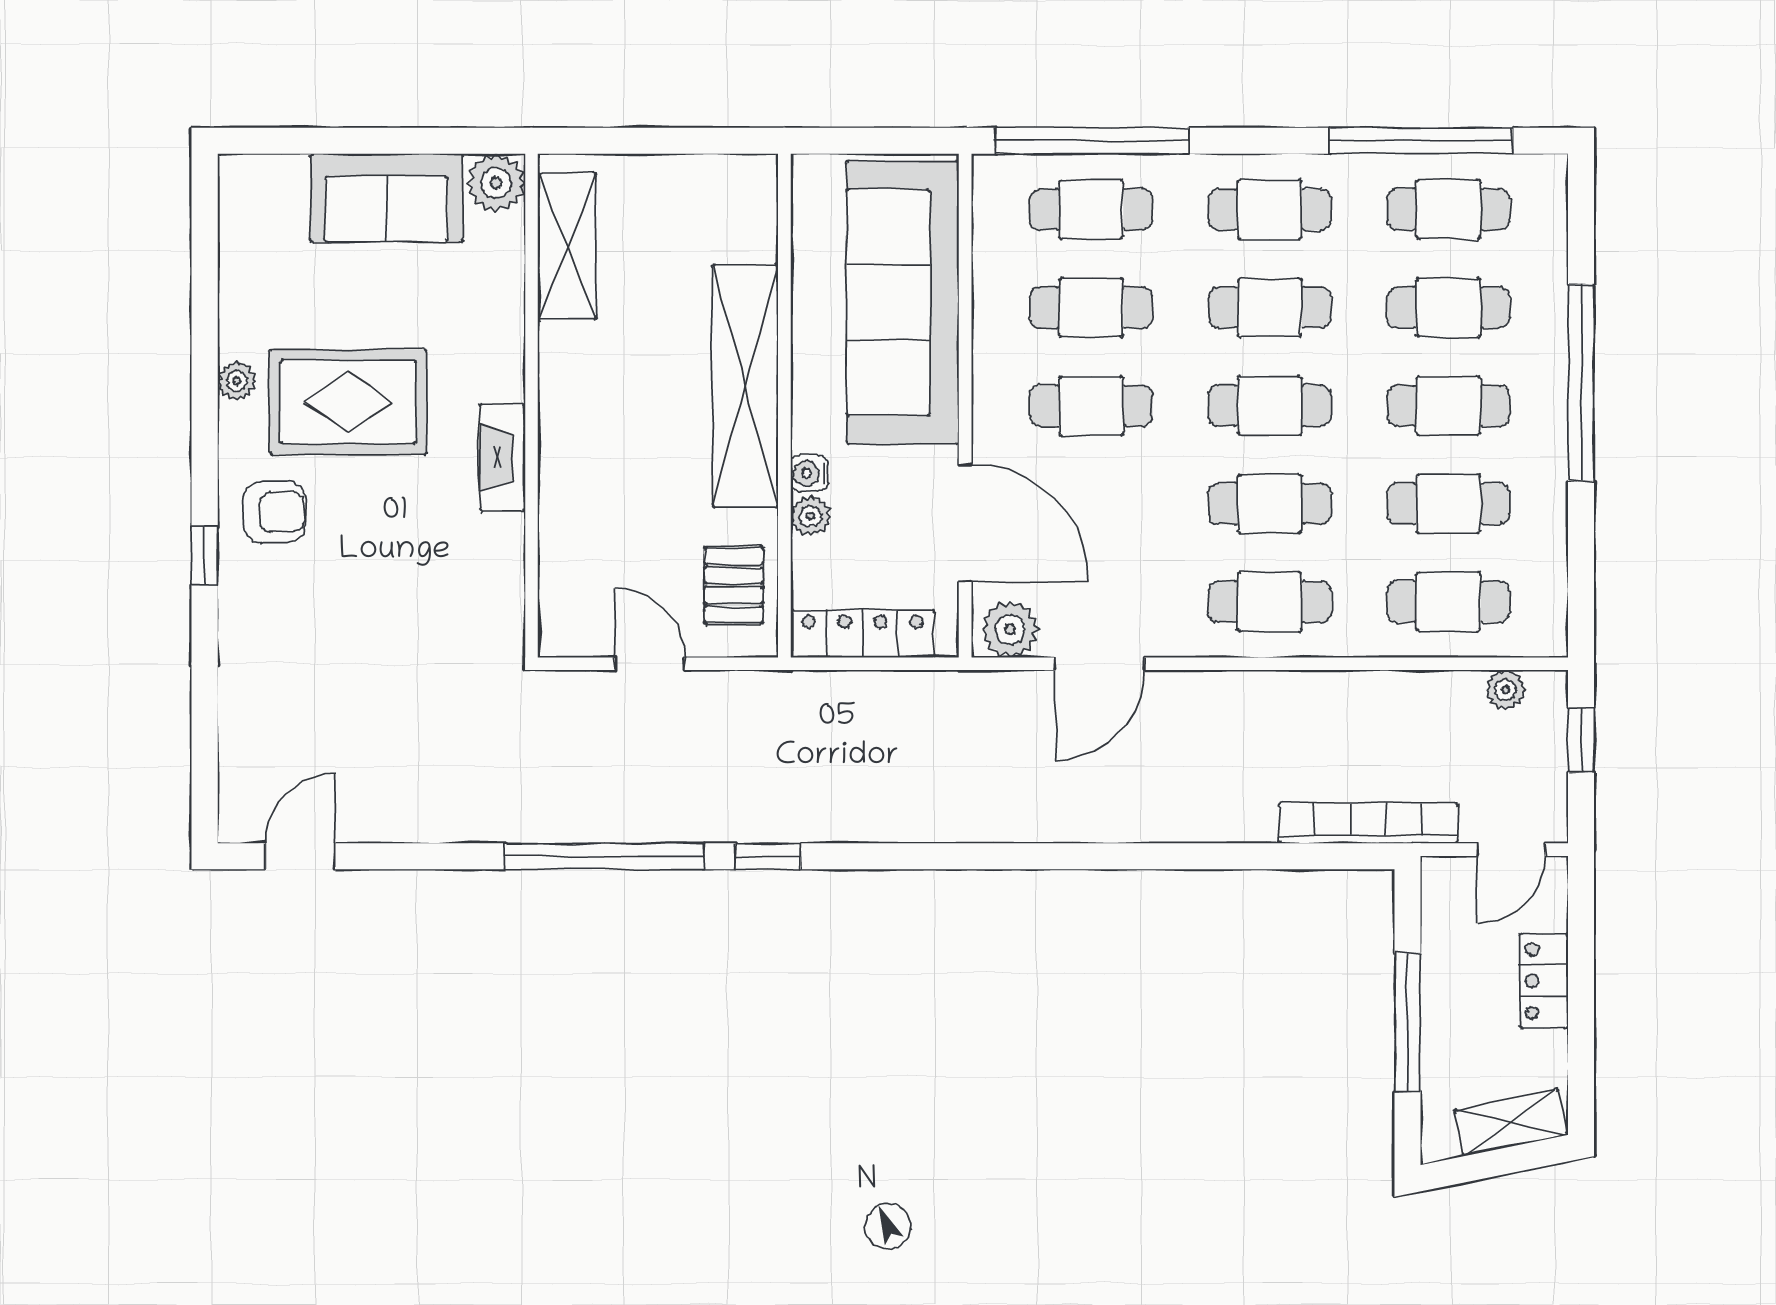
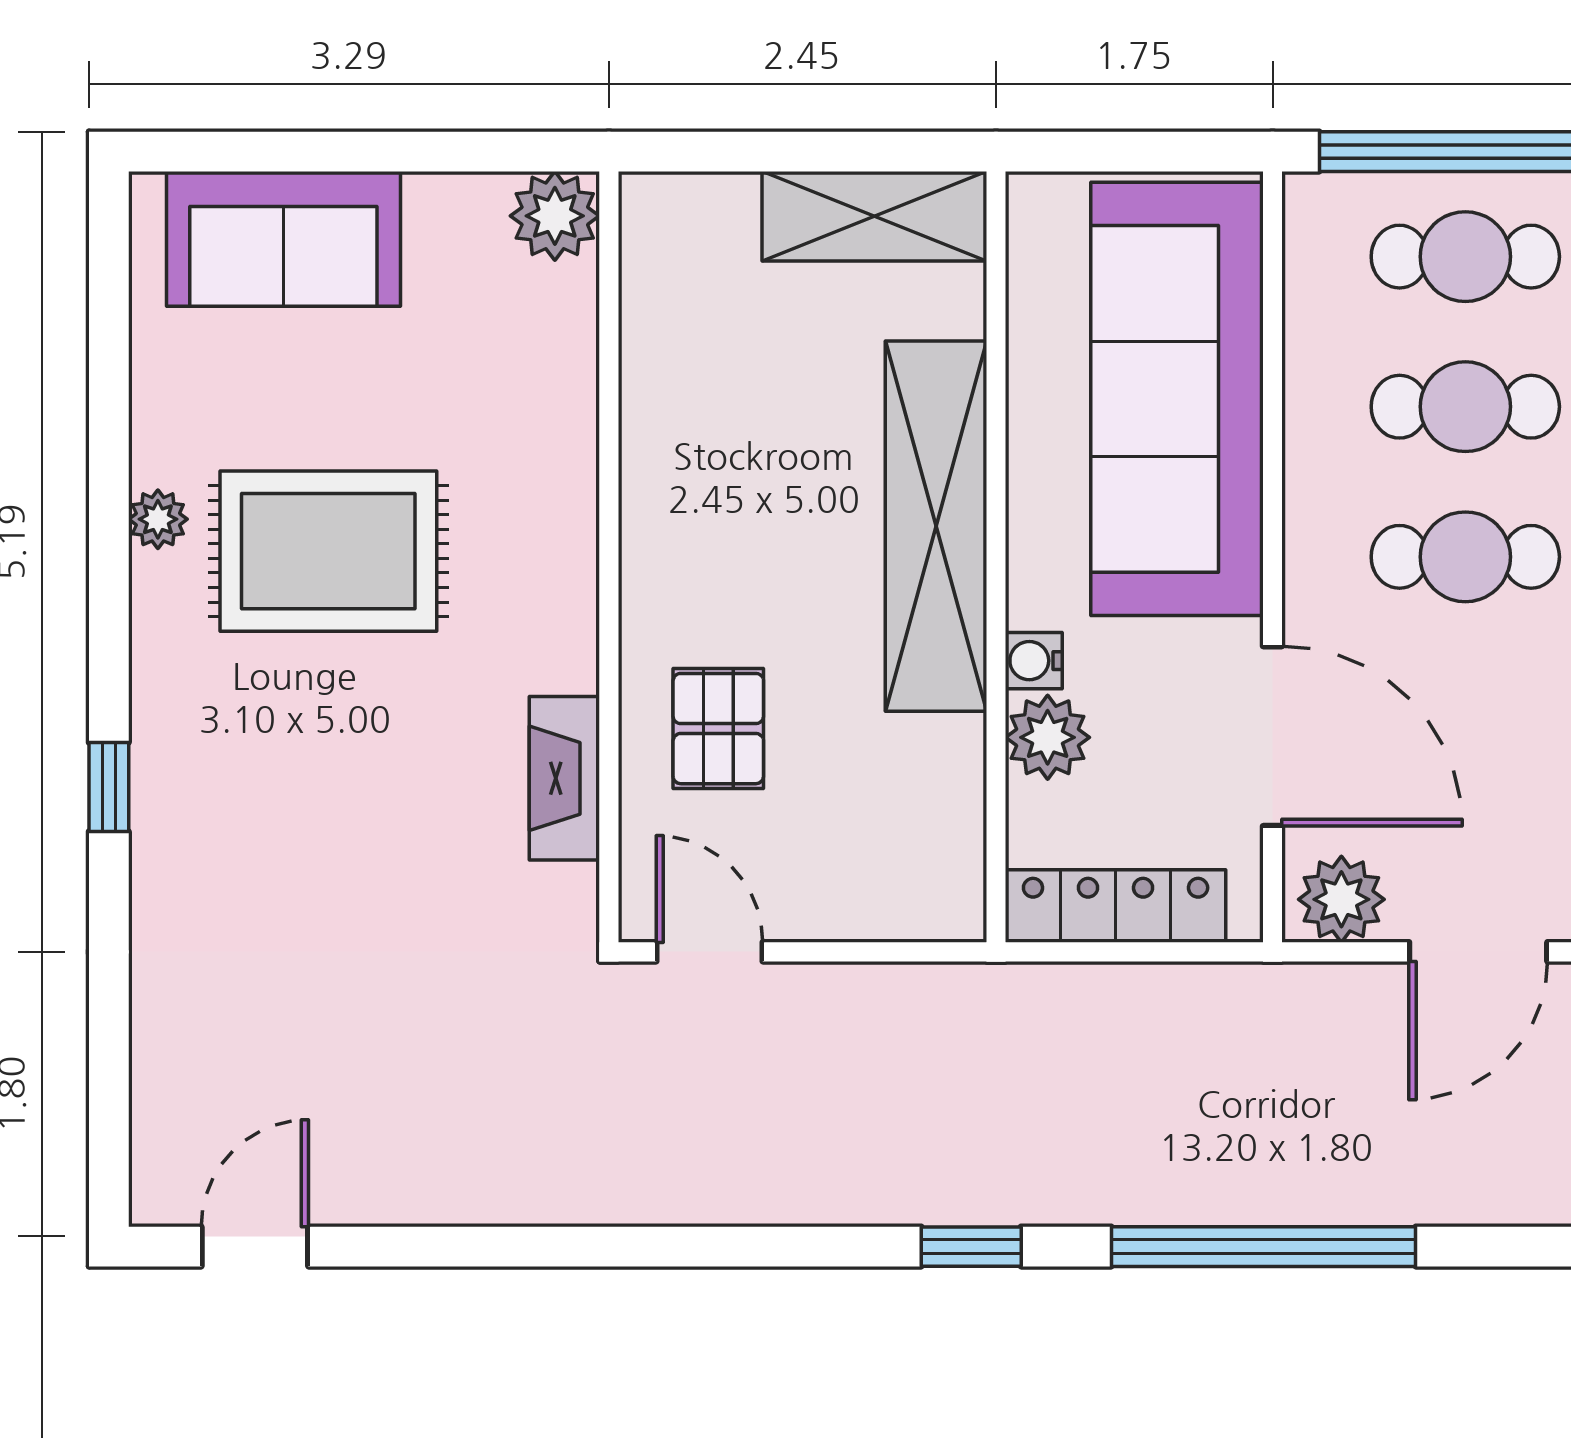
sofa: (386, 198) -> (283, 239), moved
shelving: (567, 246) -> (874, 216), moved, turned 90
fireplace: (502, 457) -> (564, 778), moved
armchair: (275, 512) -> (216, 720), removed
plant: (811, 516) -> (1048, 737), width x1.38, depth x1.38
pallet: (734, 585) -> (718, 729), moved
door: (650, 664) -> (709, 952), moved
window: (605, 856) -> (1263, 1247), moved

